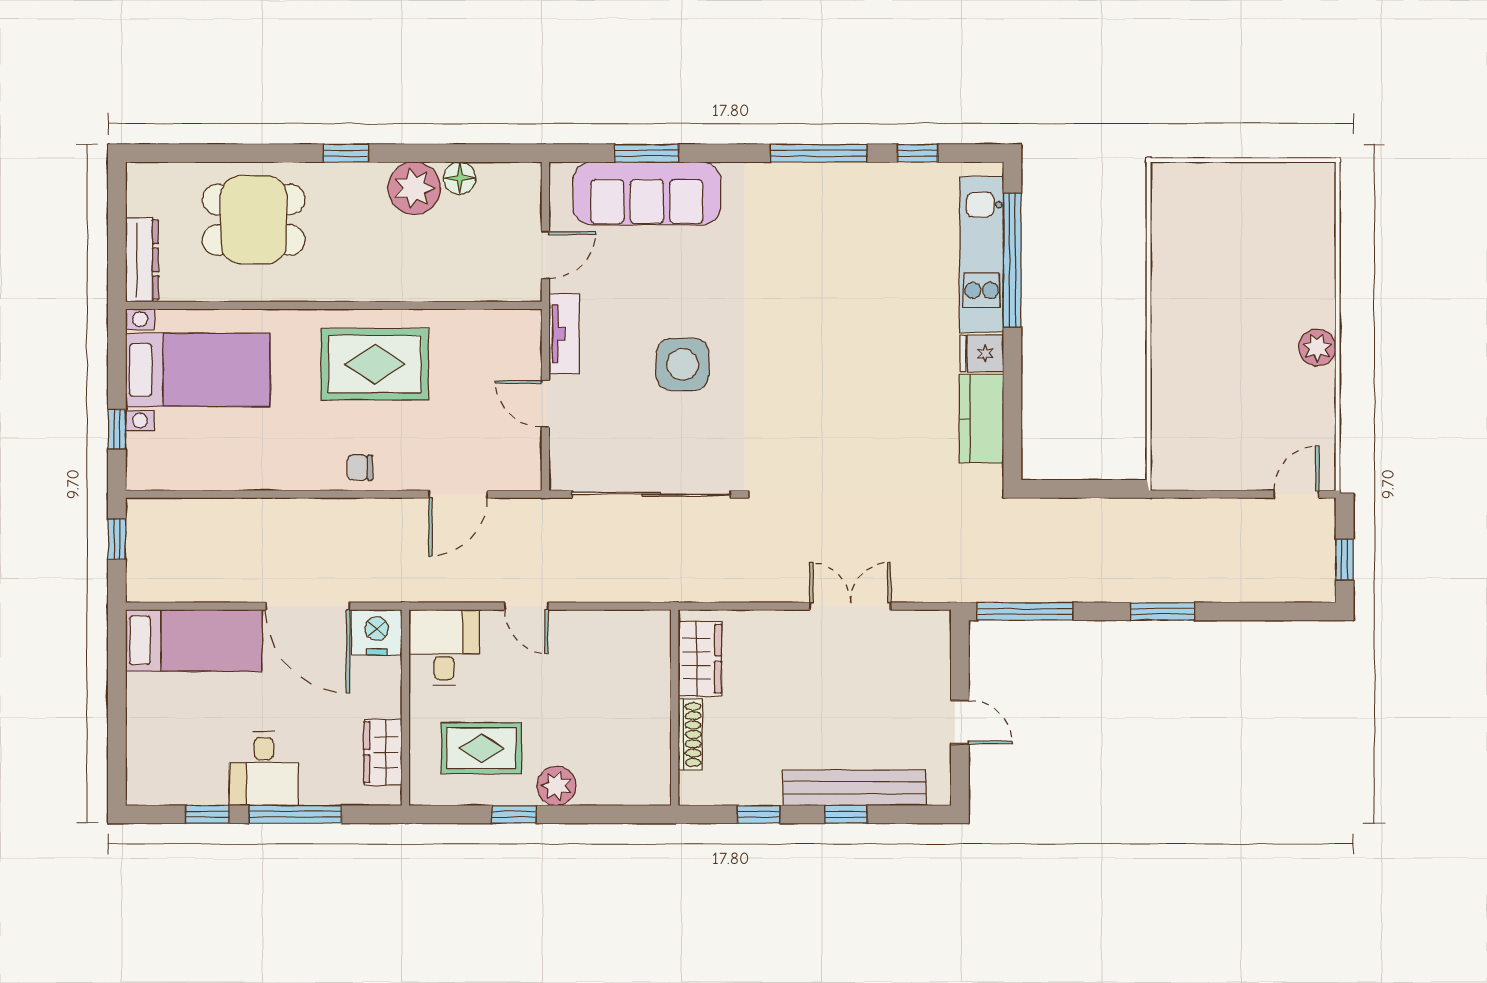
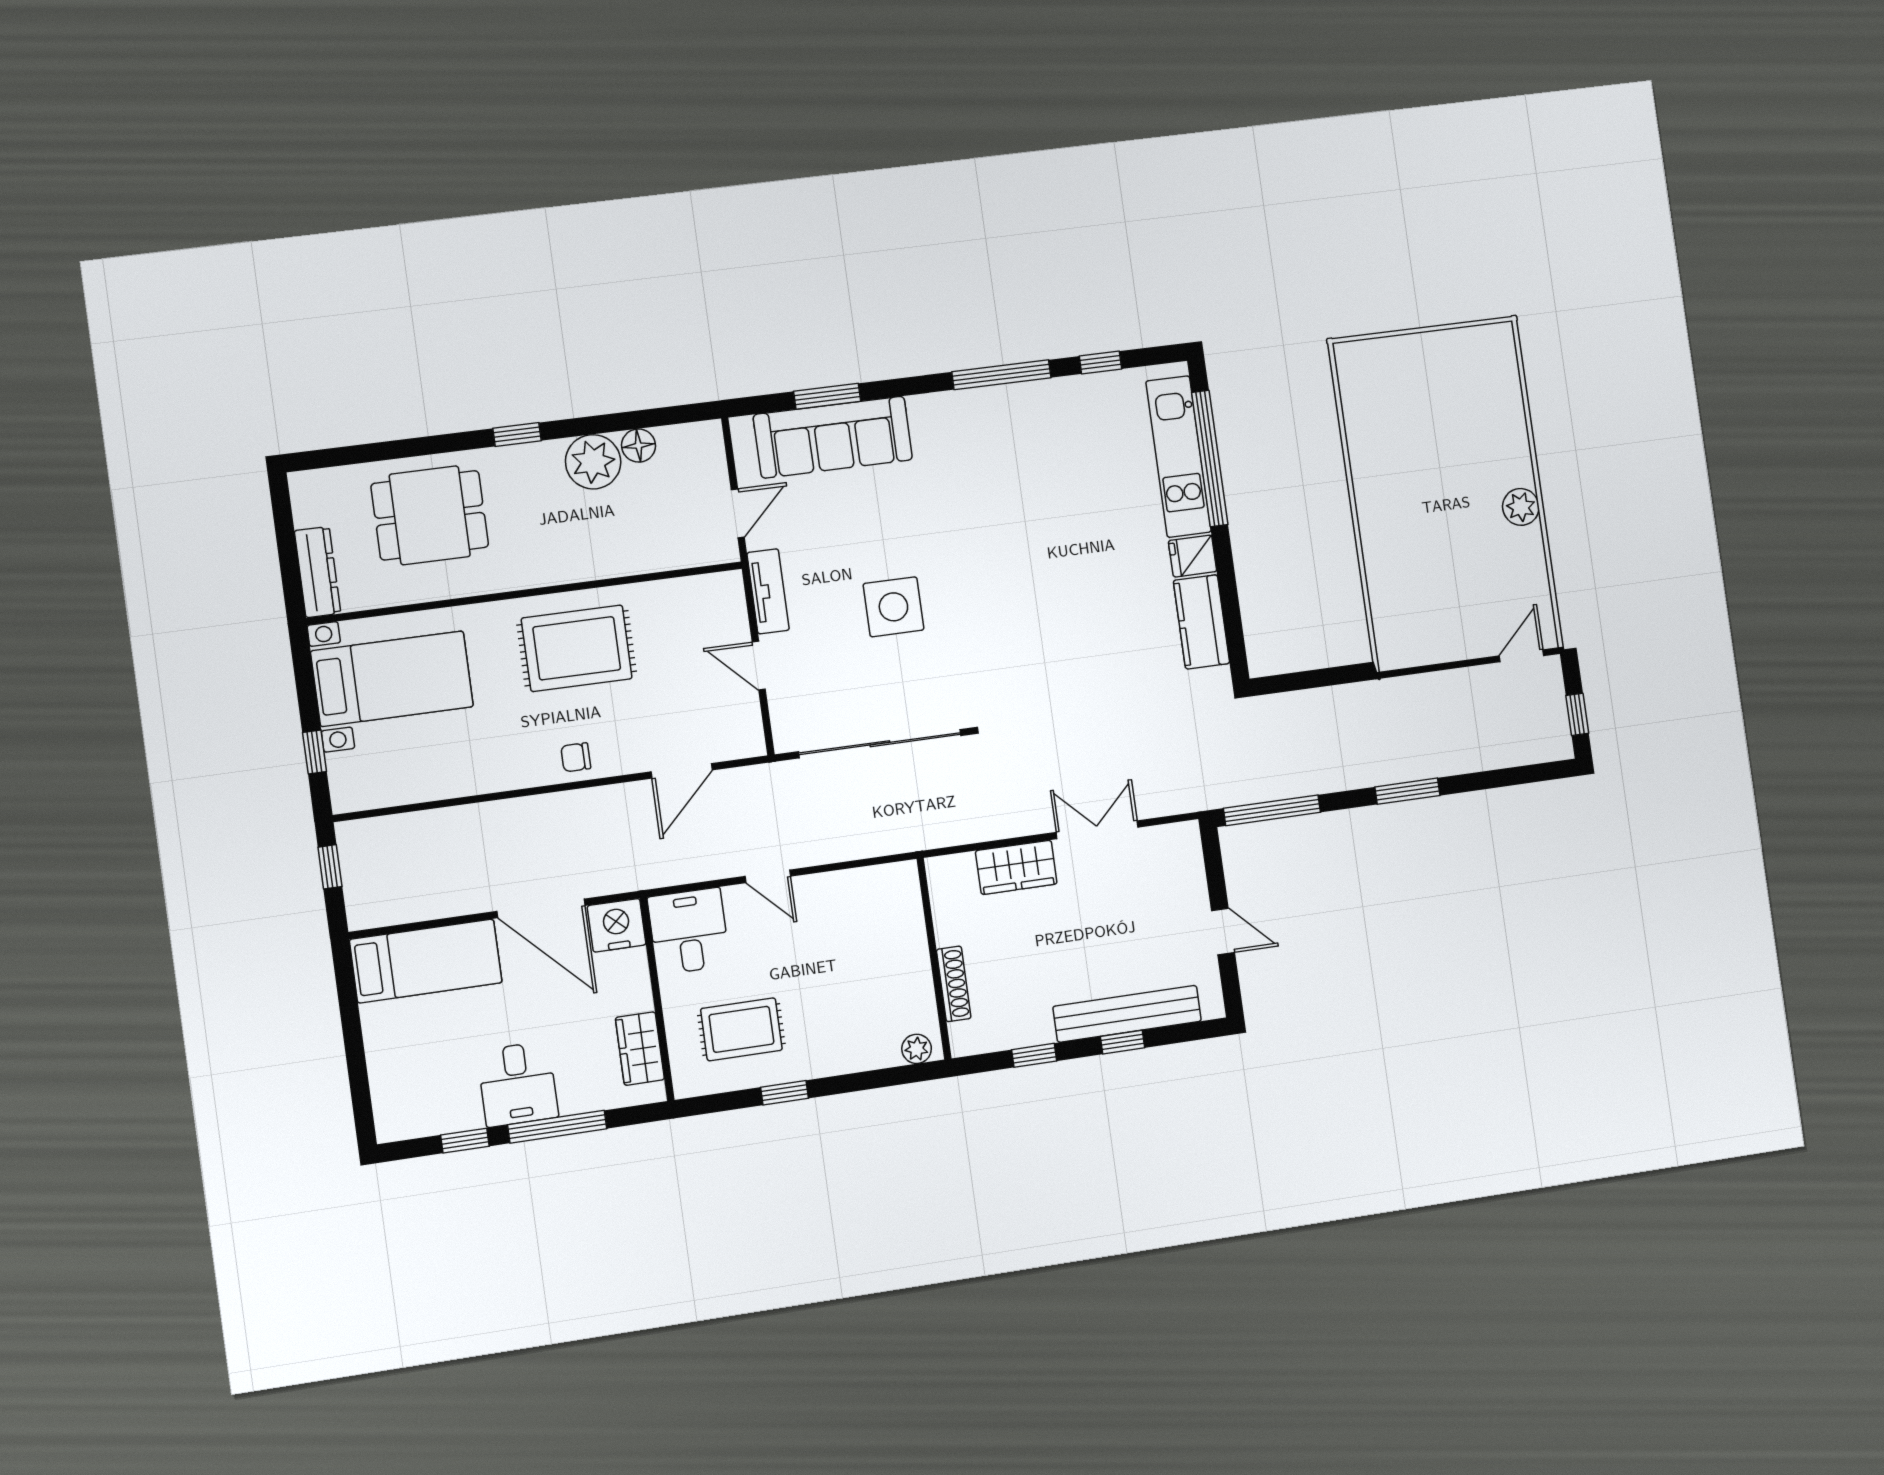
wardrobe: (700, 659) -> (1016, 867), moved, turned 90
plant: (557, 786) -> (917, 1049), moved, width x0.73, depth x0.73

